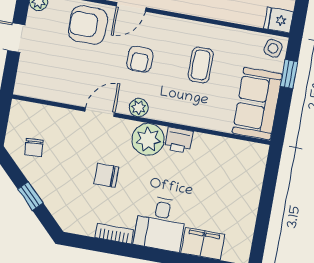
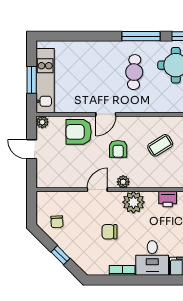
coffee table: (201, 65) -> (160, 145), turned 58
printer: (179, 140) -> (168, 199), moved

